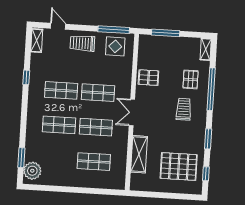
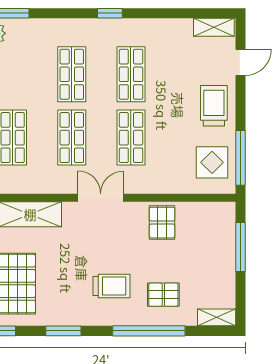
window: (26, 77) -> (110, 13), moved

